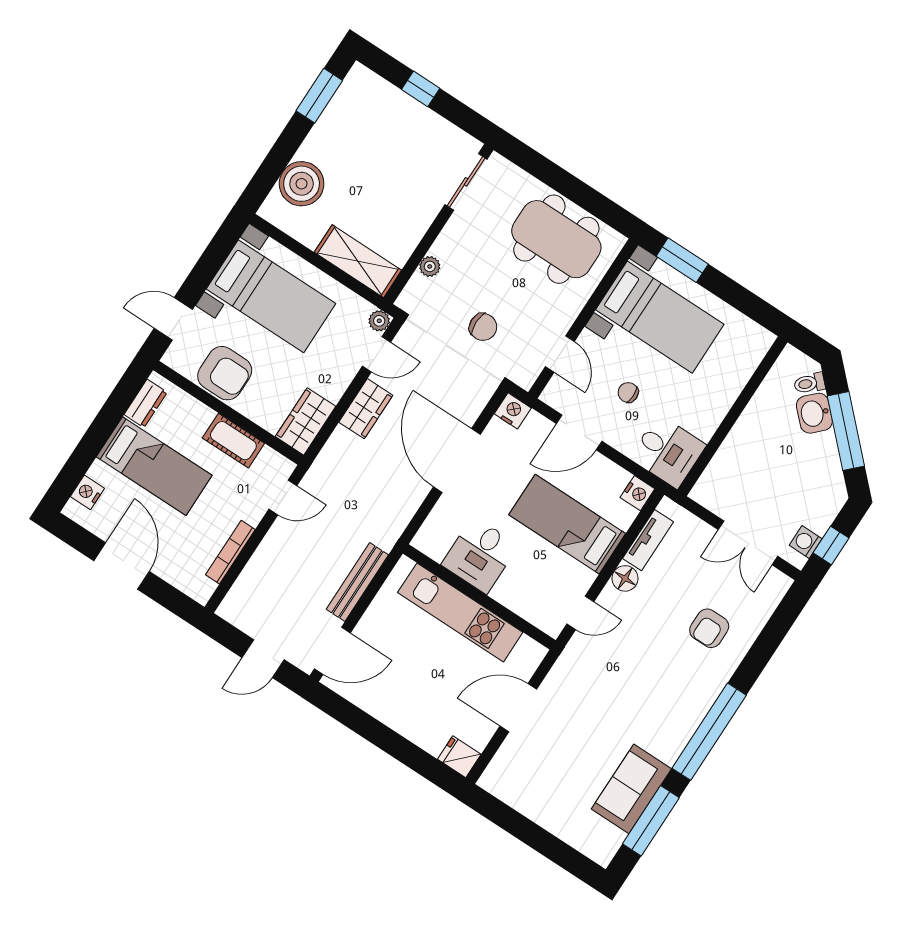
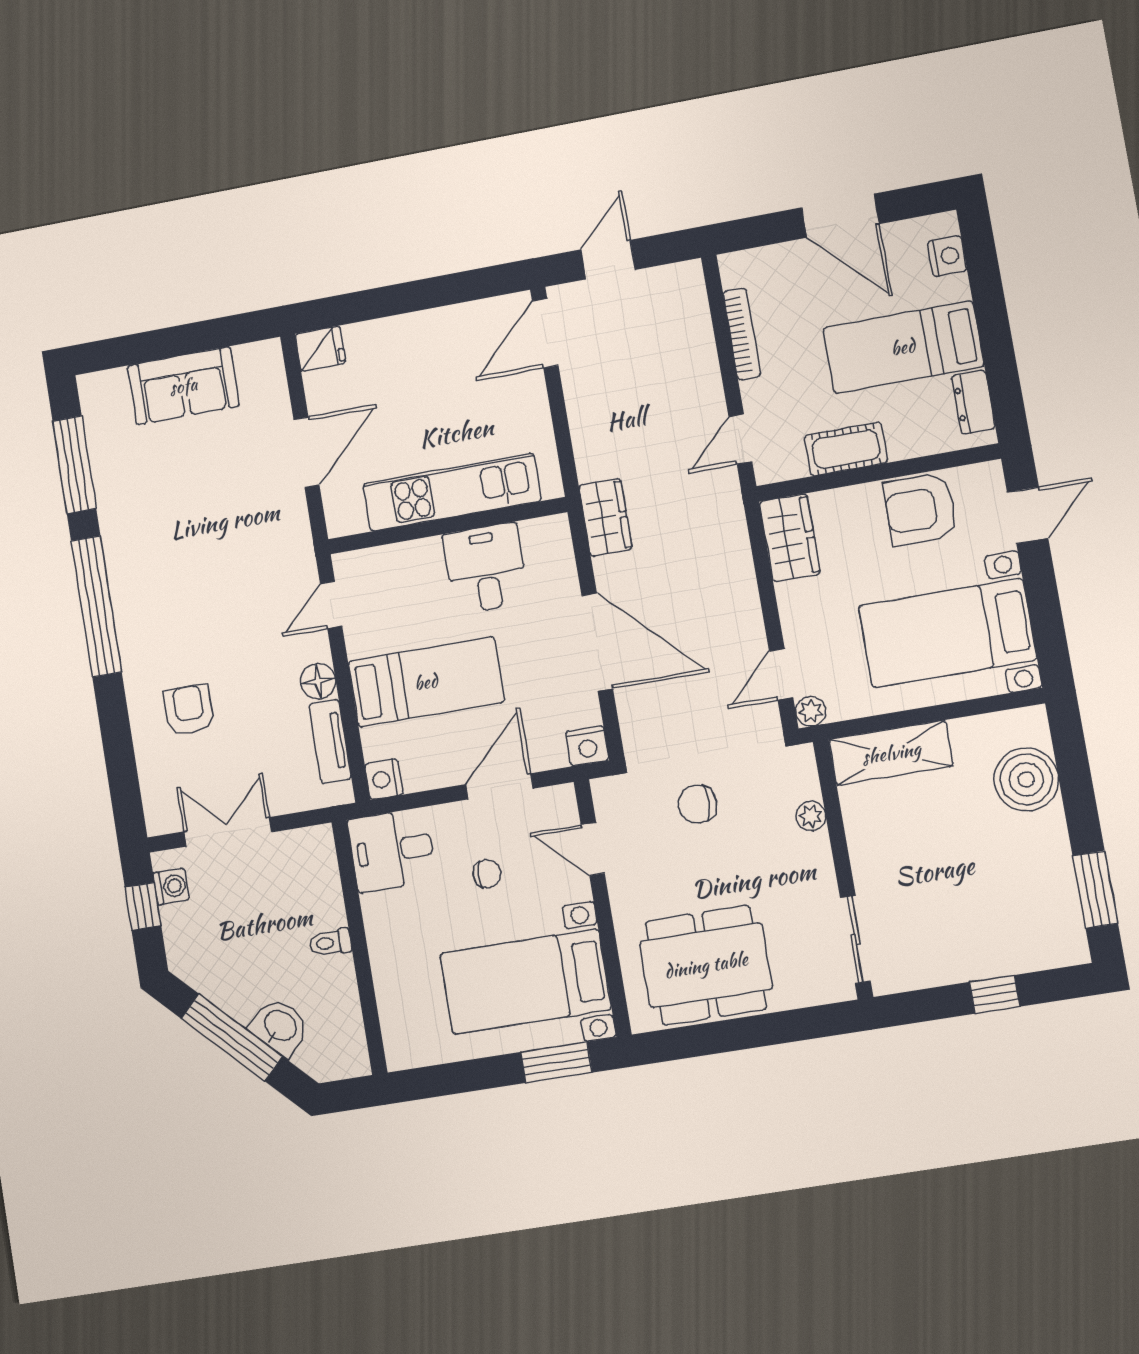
toilet: (809, 383) -> (331, 943), moved, turned -135
wardrobe: (366, 409) -> (606, 517), moved, turned 180
bench: (357, 582) -> (584, 425), removed
sofa: (631, 789) -> (183, 386), moved, turned 90

